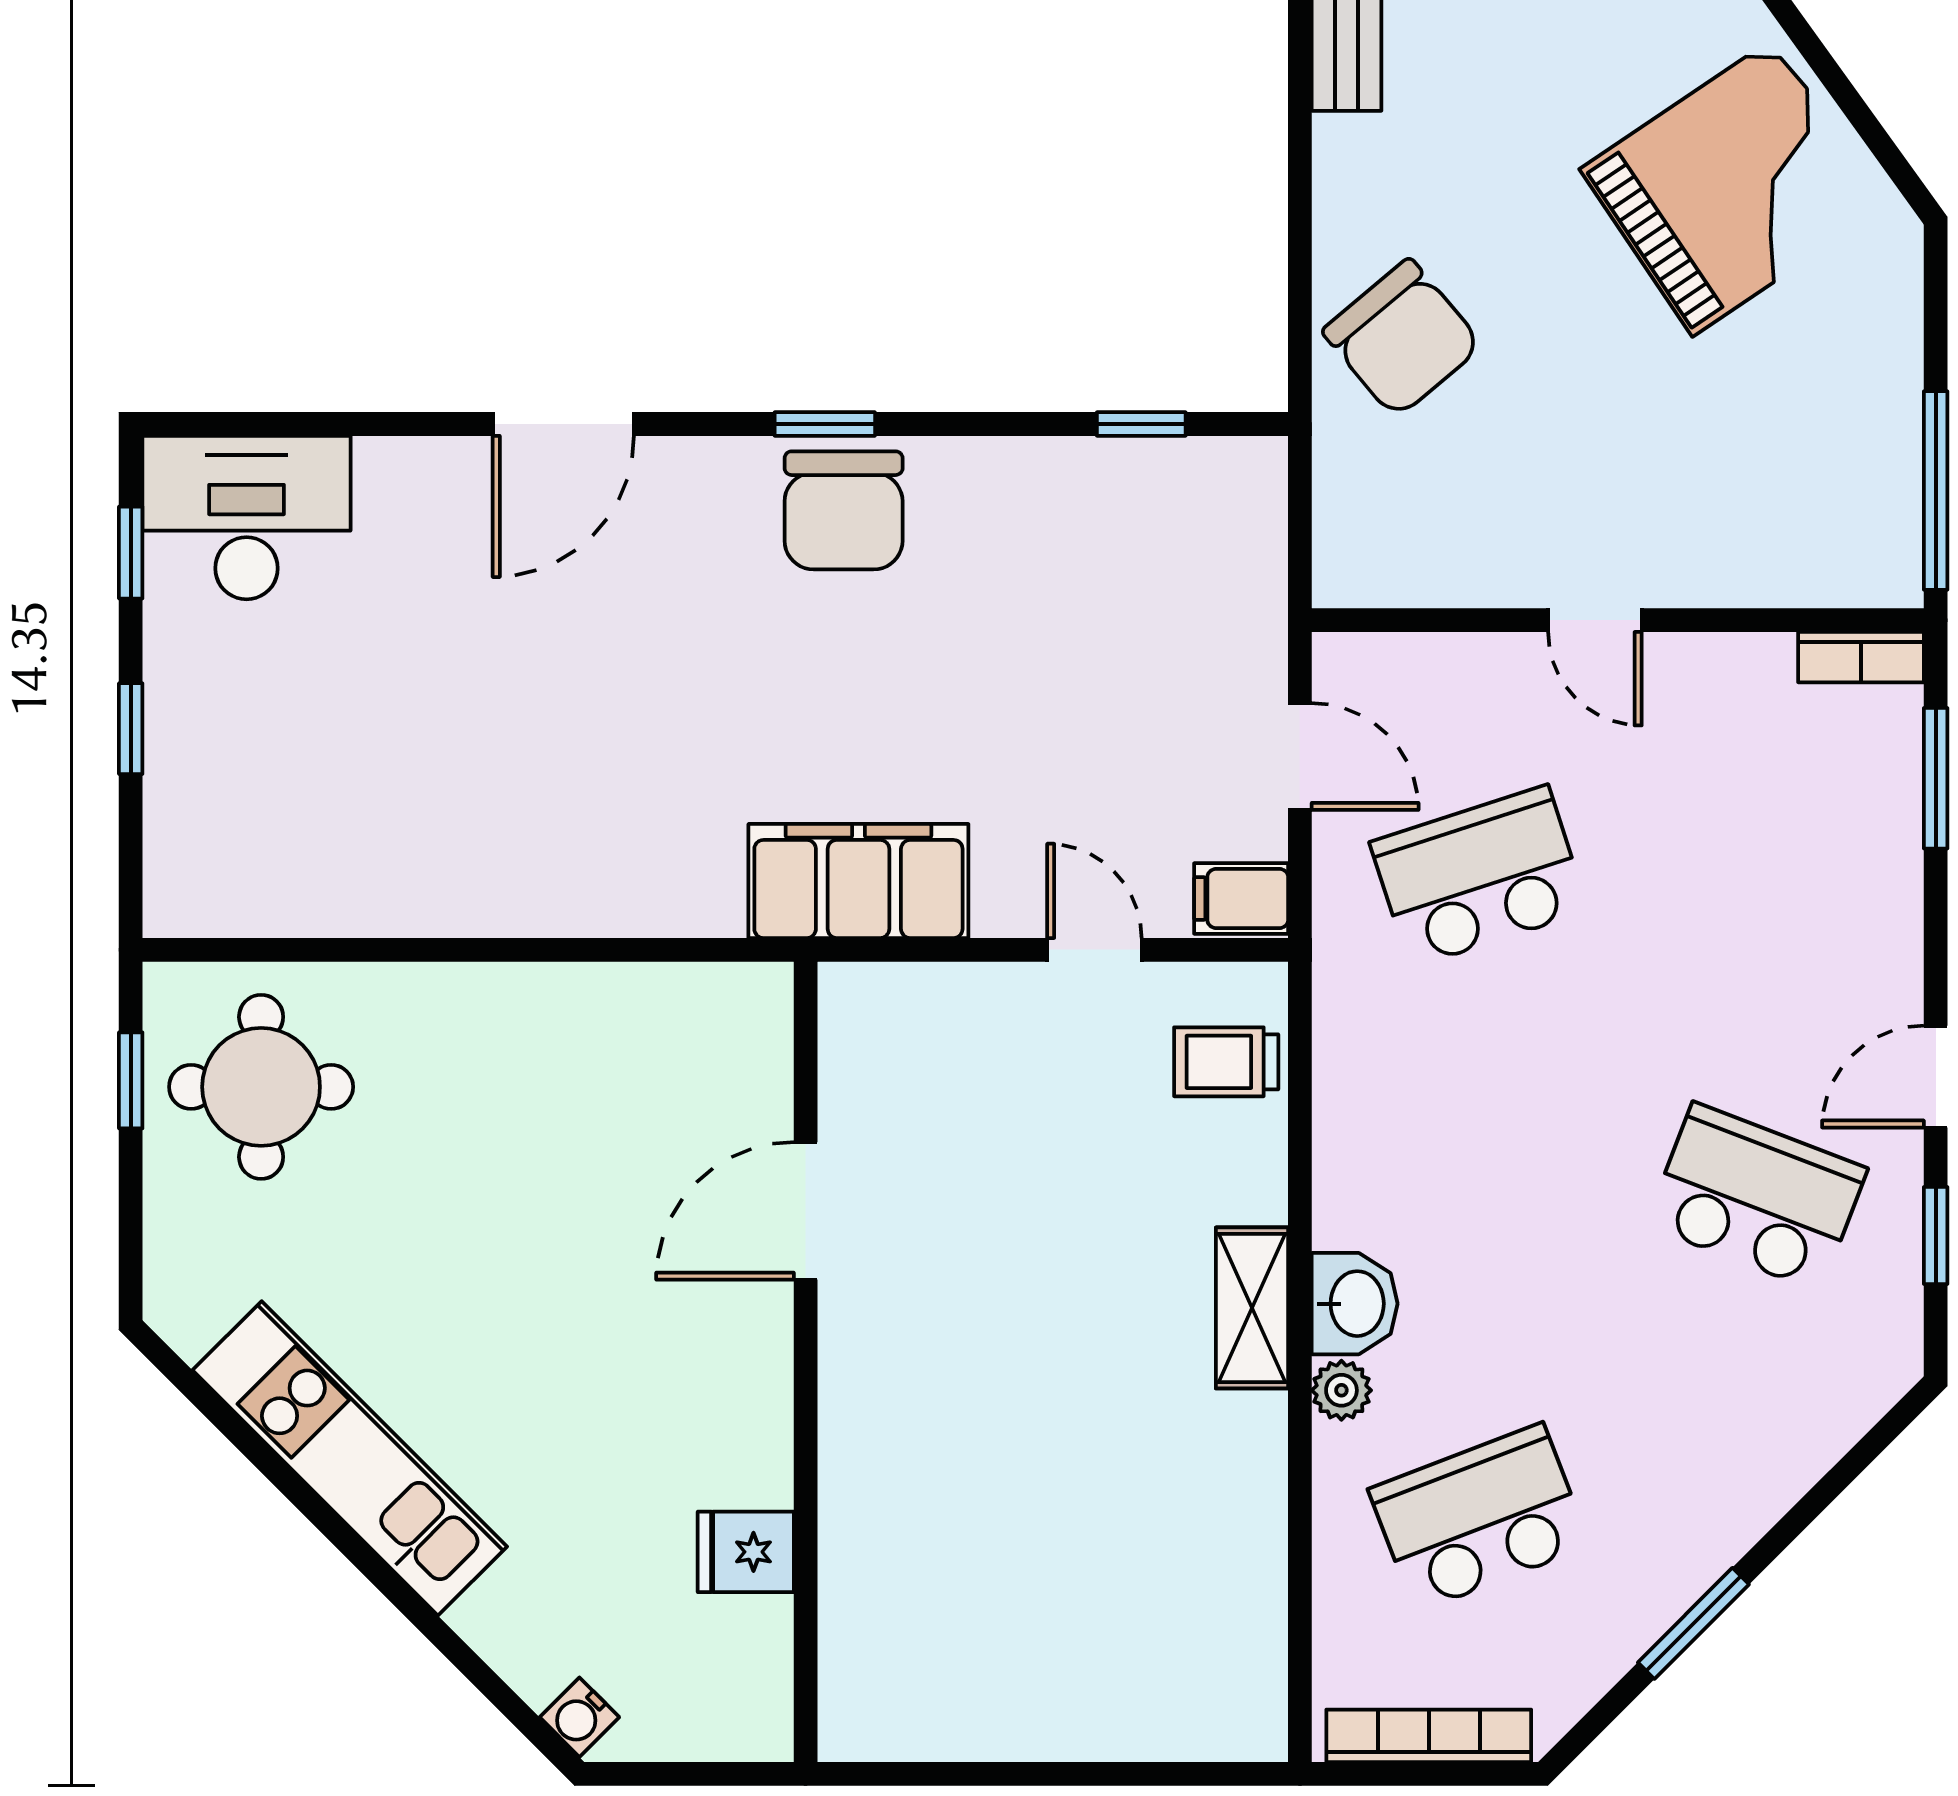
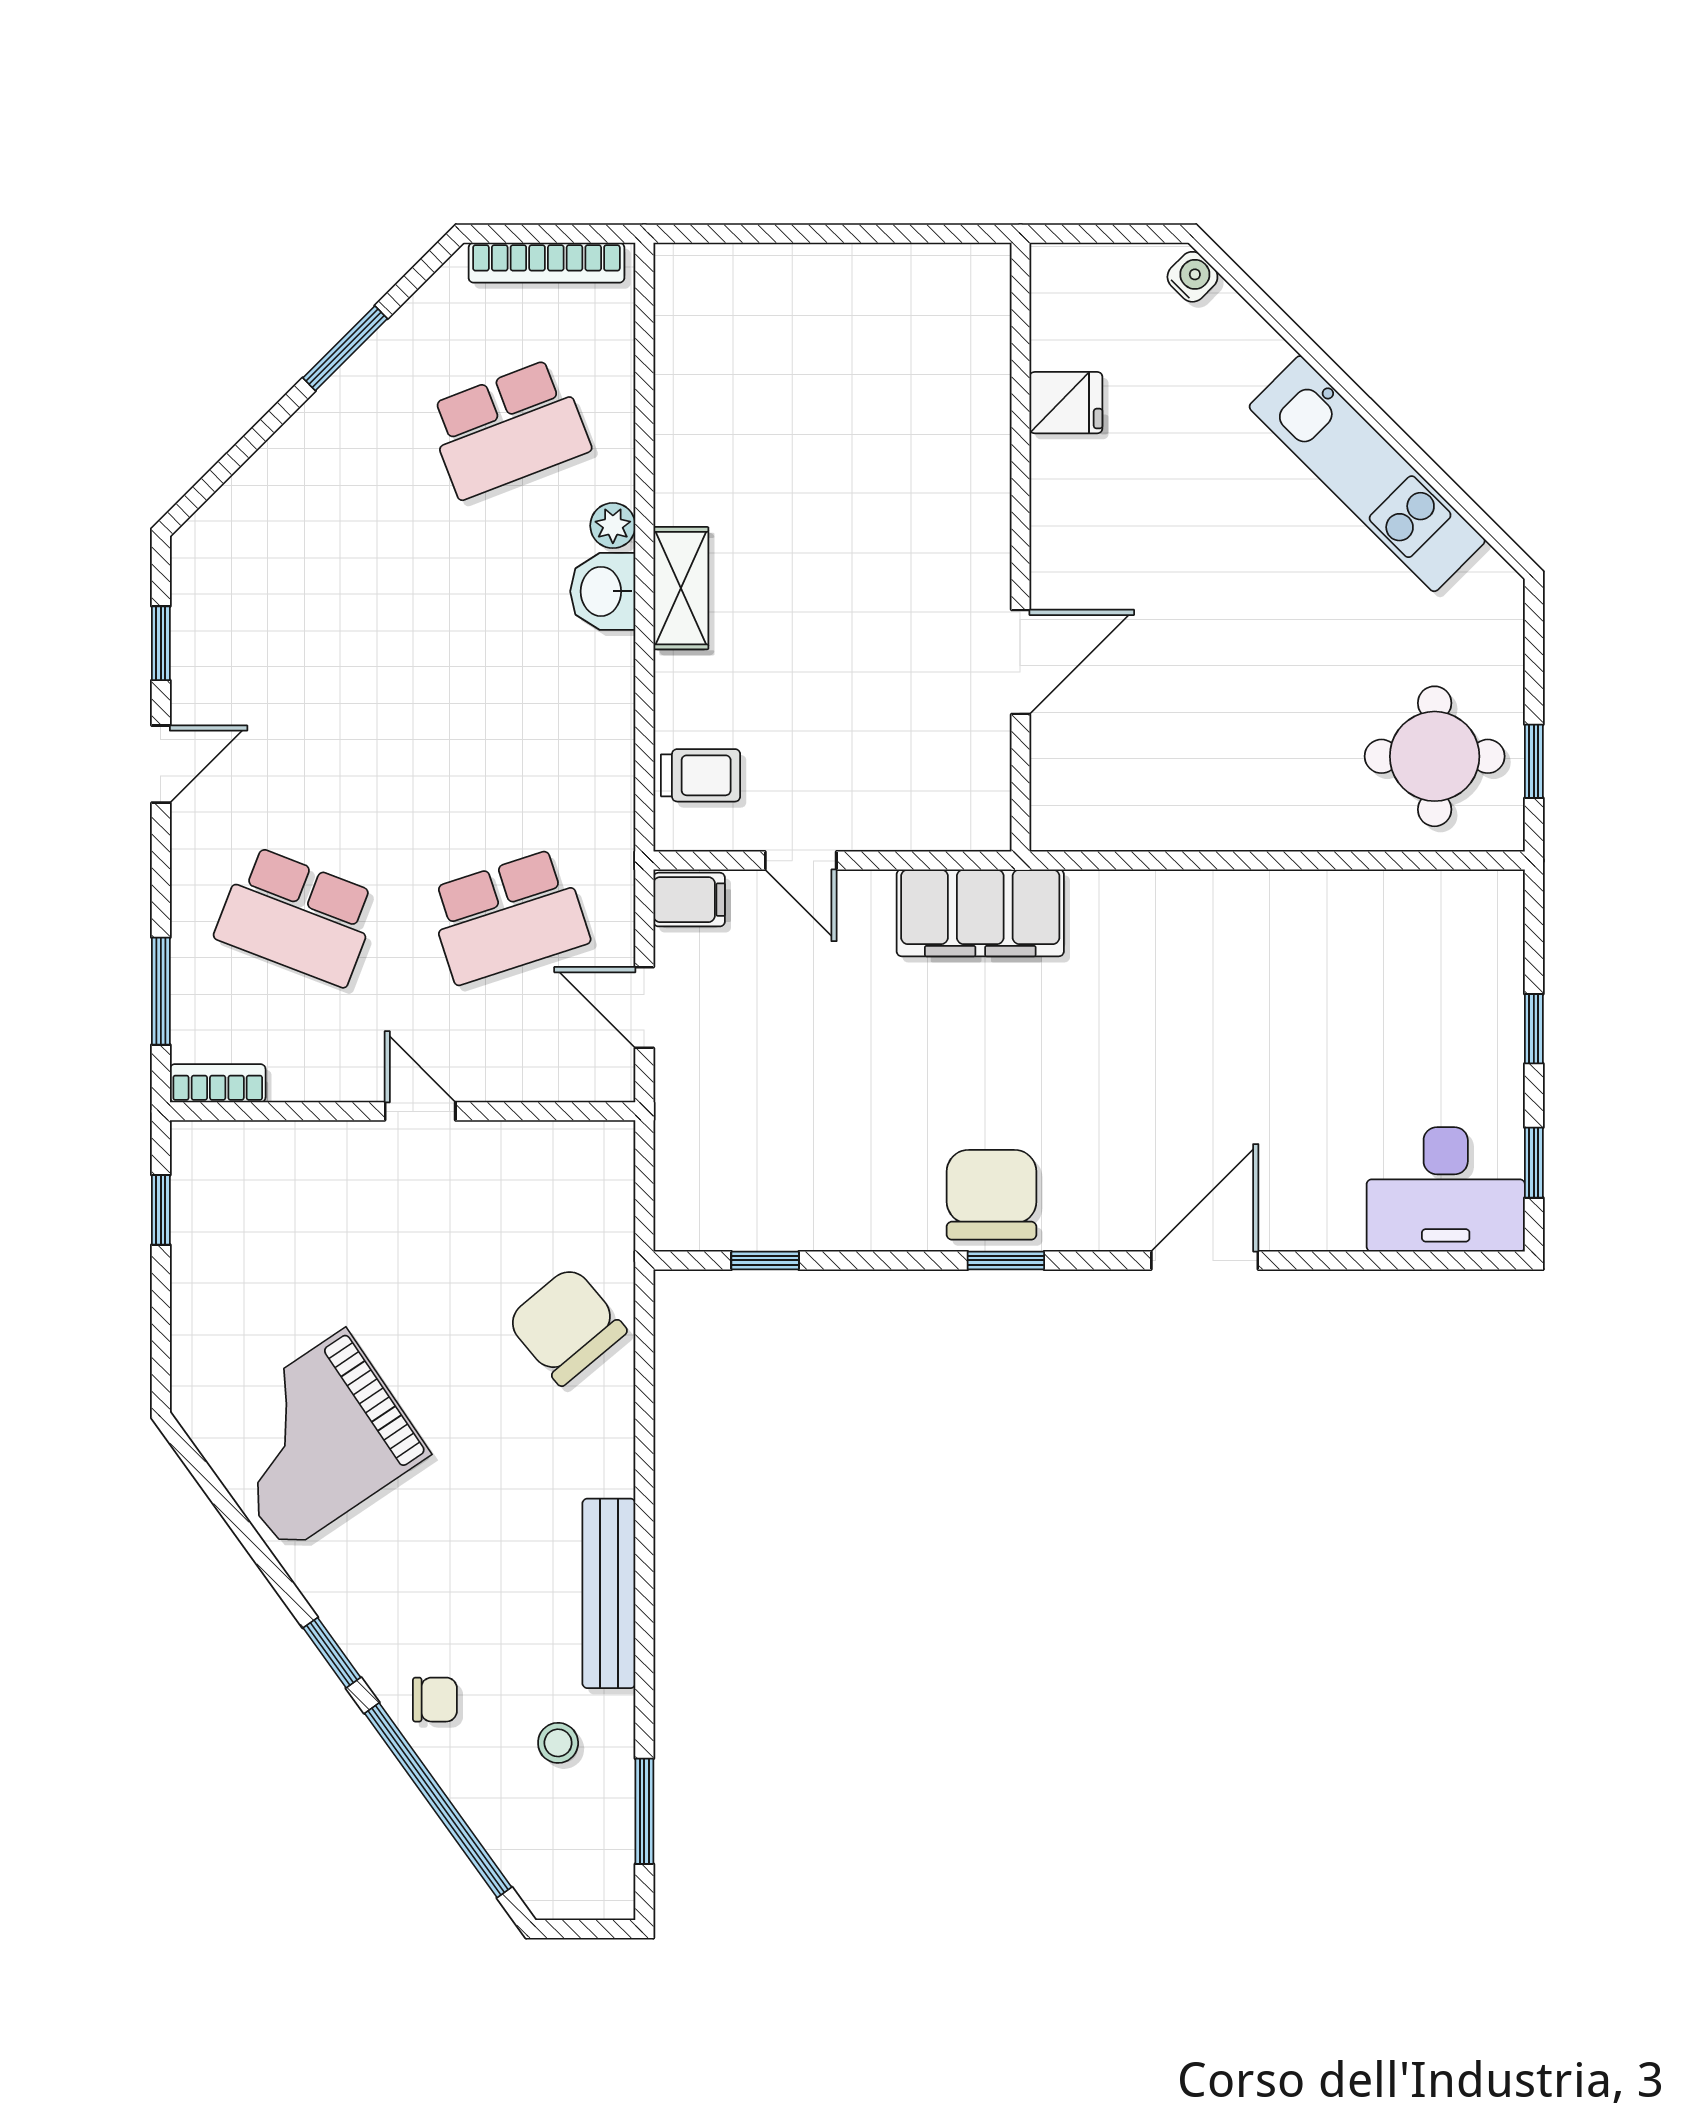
window: (1936, 490) -> (161, 1210), width x0.46
school desk: (1757, 1197) -> (297, 916), moved

